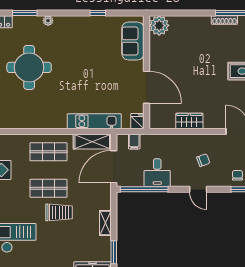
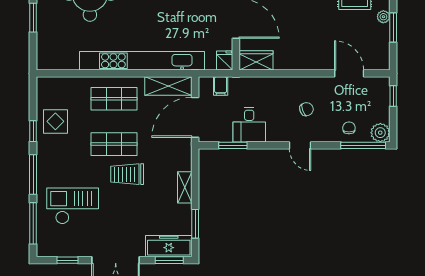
kitchen unit: (94, 121) -> (142, 61), width x1.86
wardrobe: (189, 121) -> (256, 60), moved
window: (144, 189) -> (233, 145), width x0.47
trolley: (59, 212) -> (127, 174), turned 180

